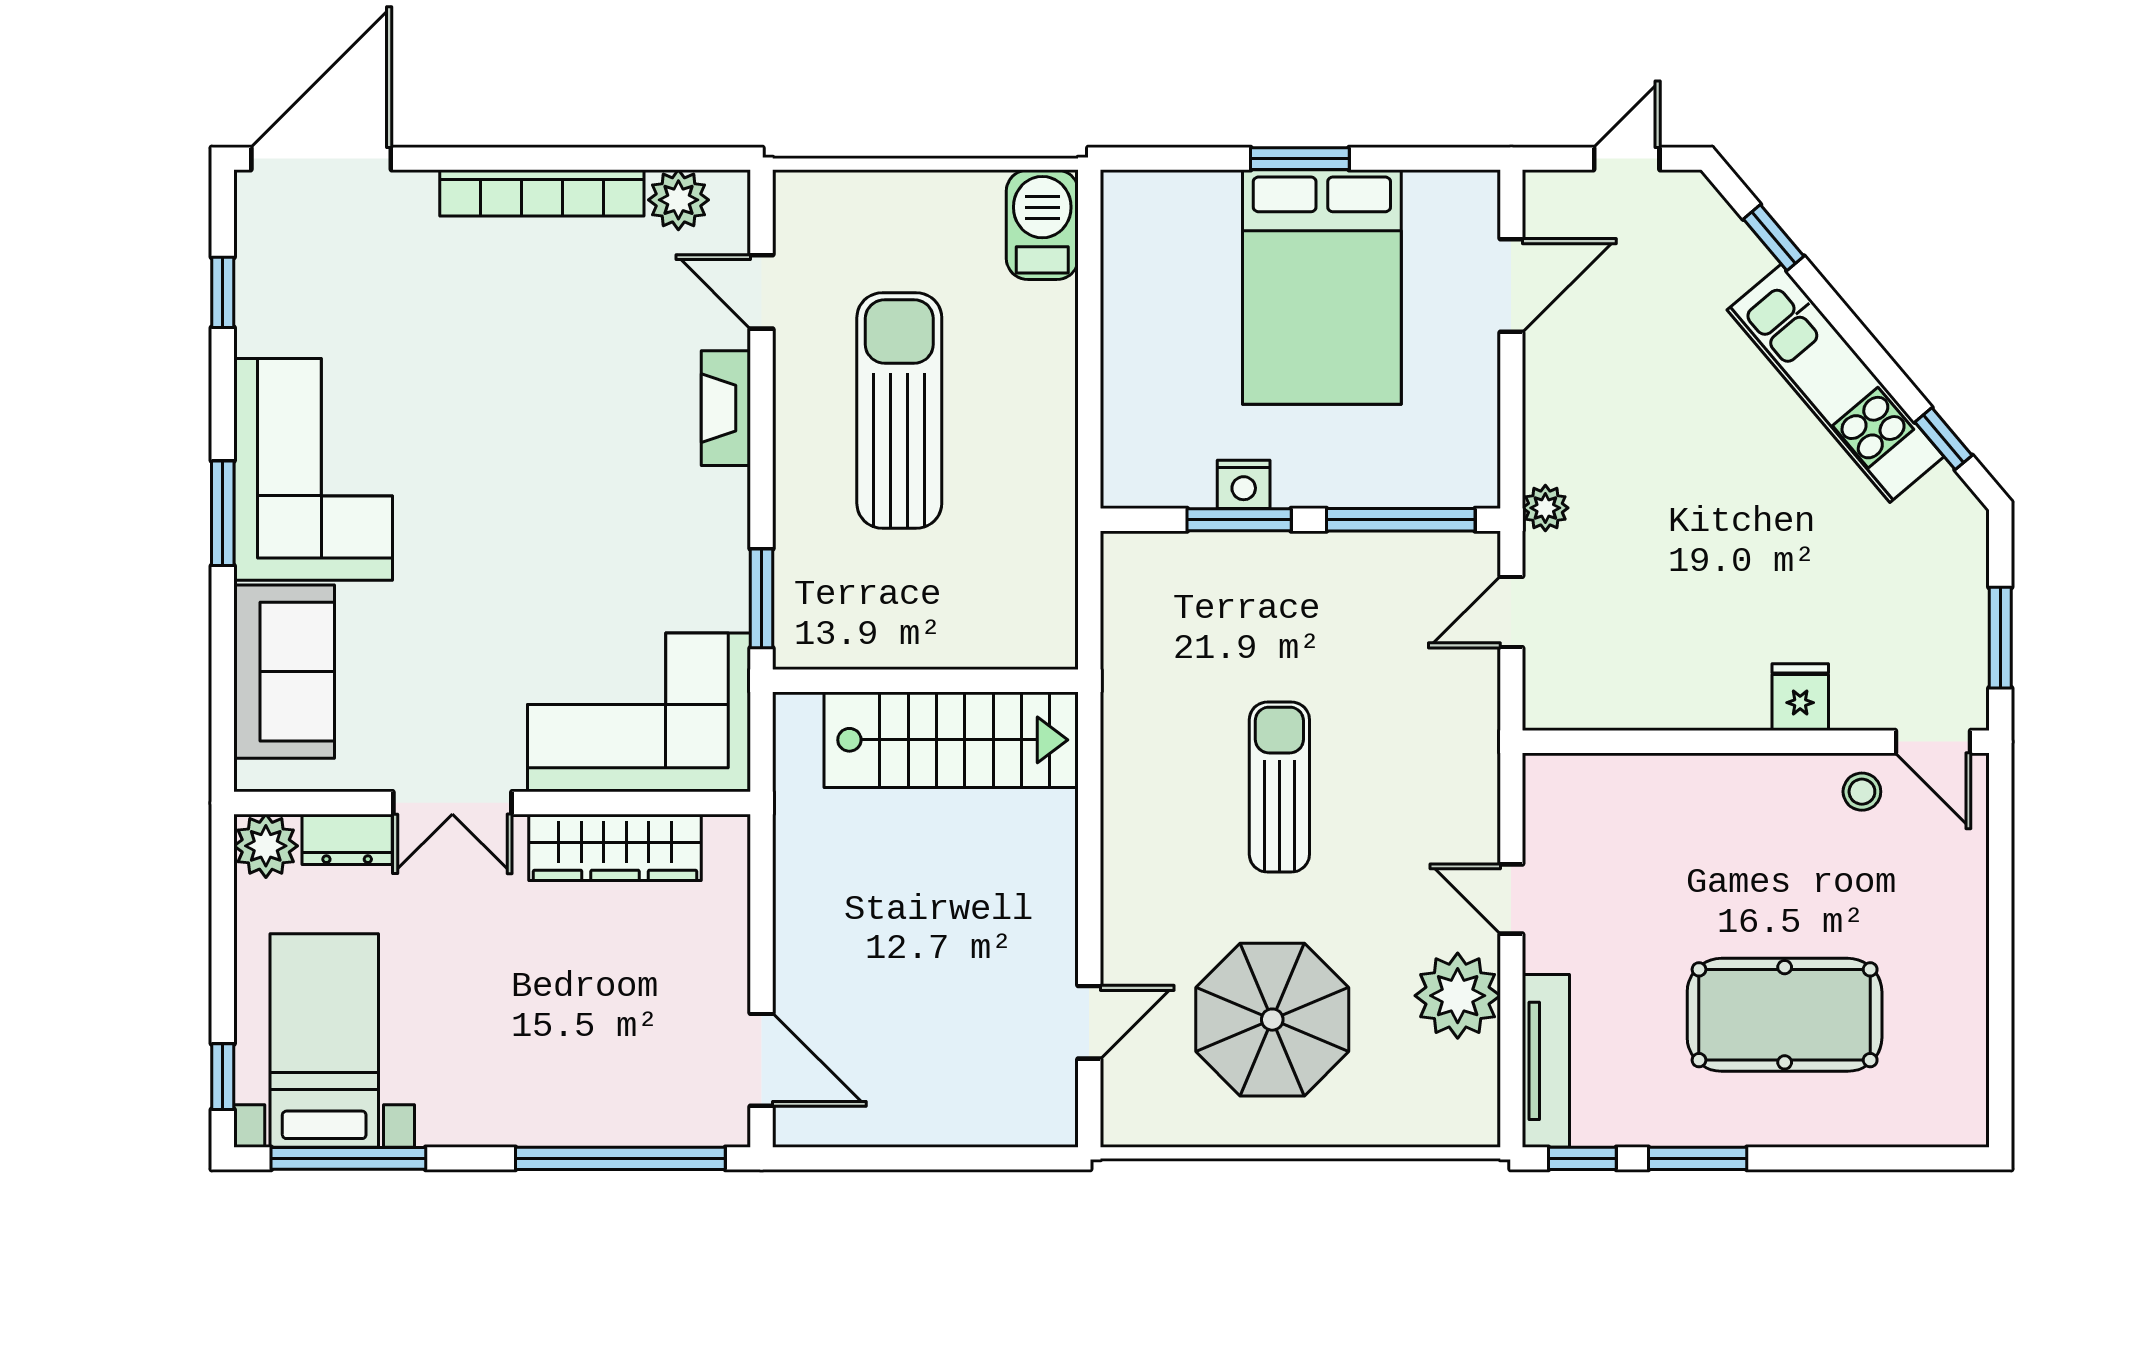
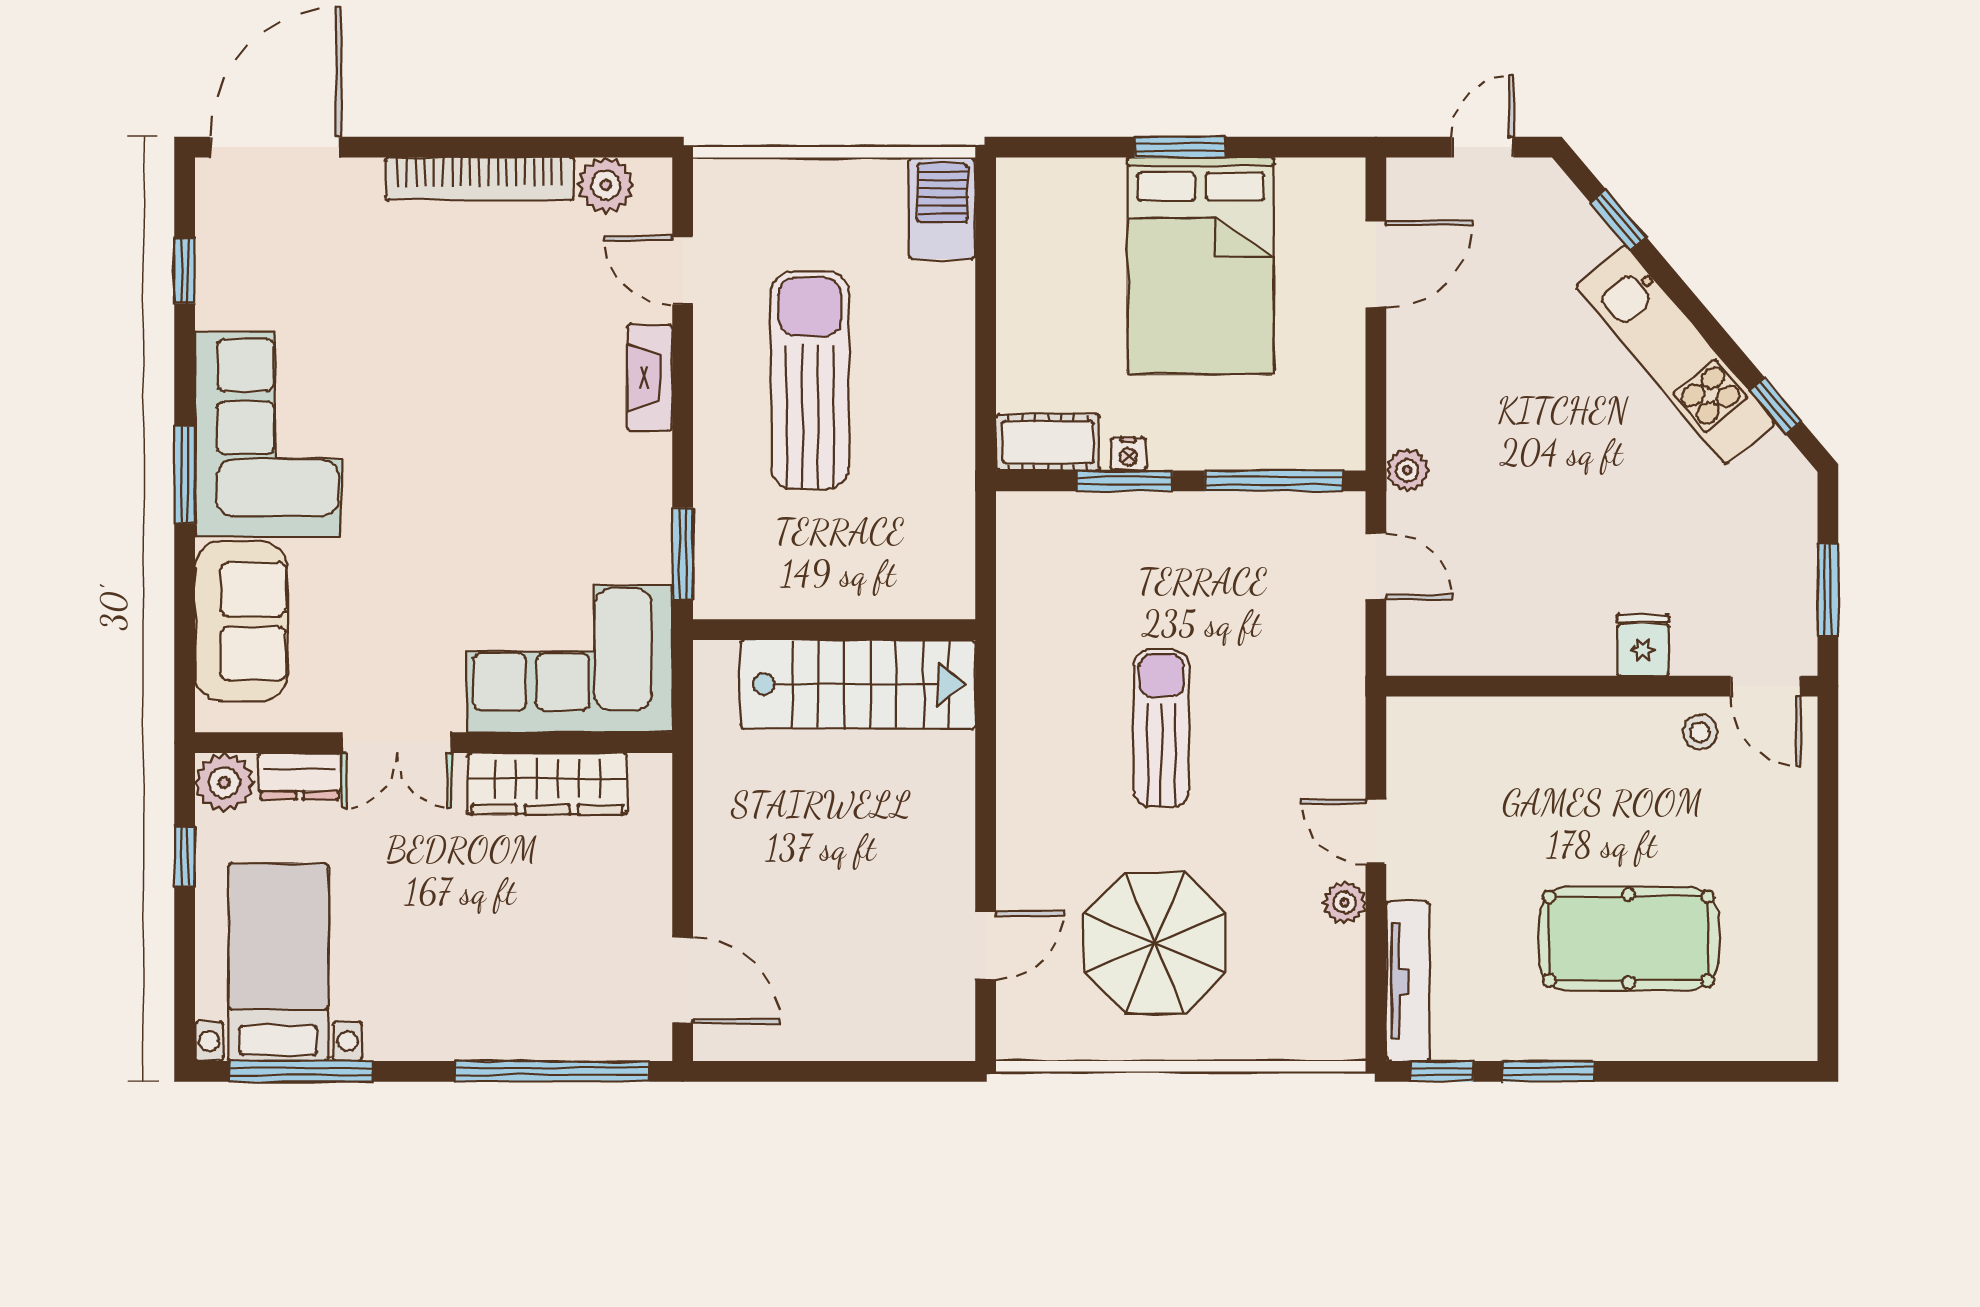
cot: (1157, 478) -> (1048, 442), added
nightstand: (1244, 484) -> (1128, 454), width x0.72, depth x0.74
door: (1511, 612) -> (1376, 566), swing flipped
plant: (1458, 996) -> (1345, 902), width x0.53, depth x0.53
window: (223, 1077) -> (185, 857), moved

